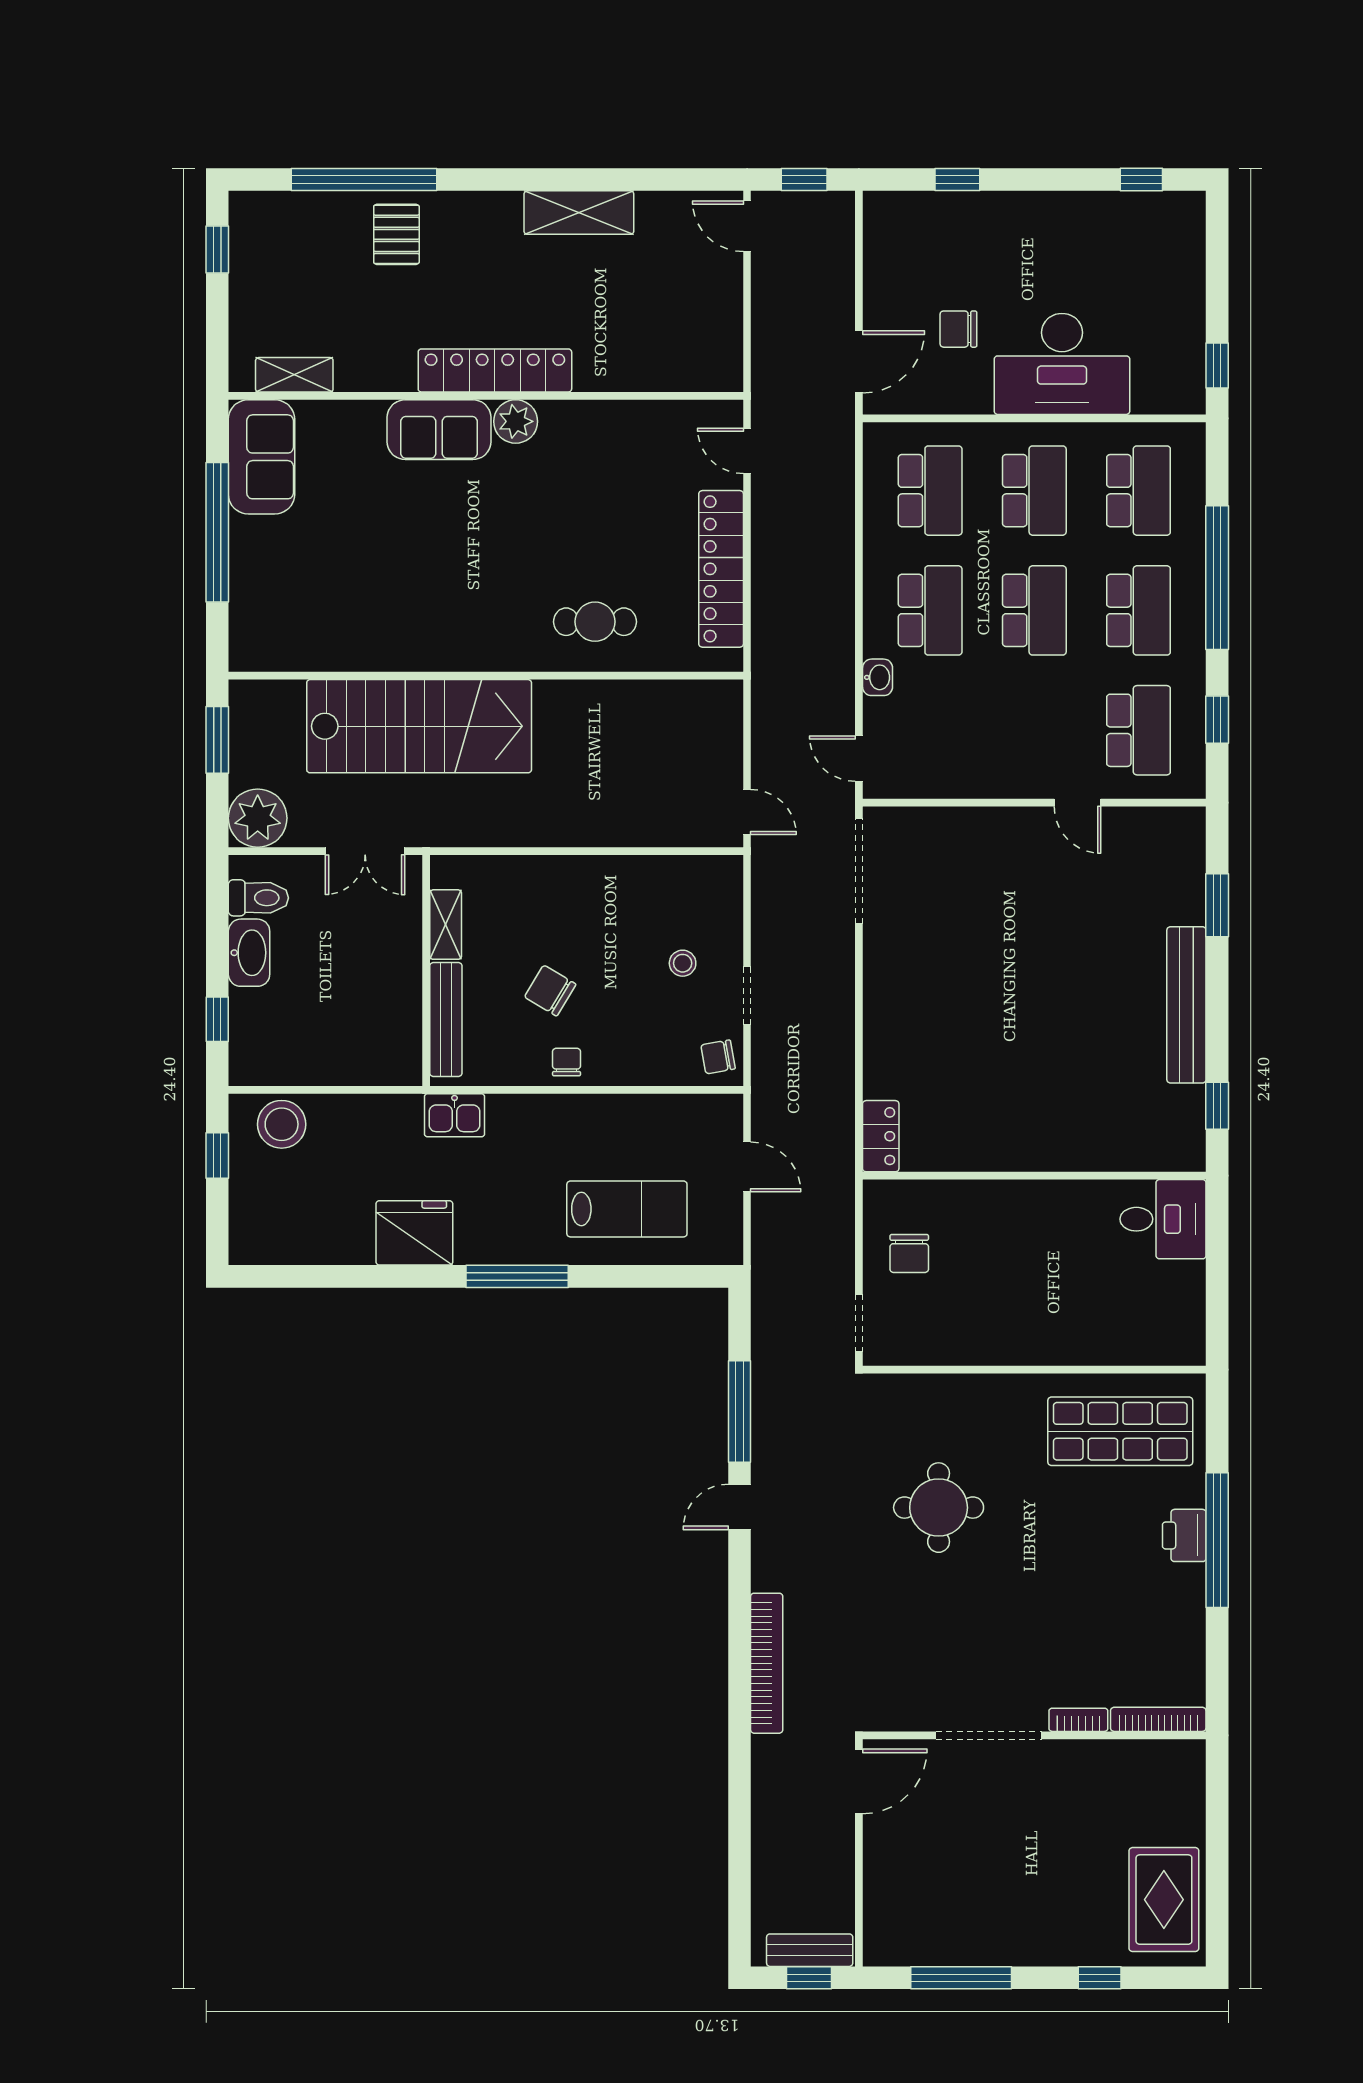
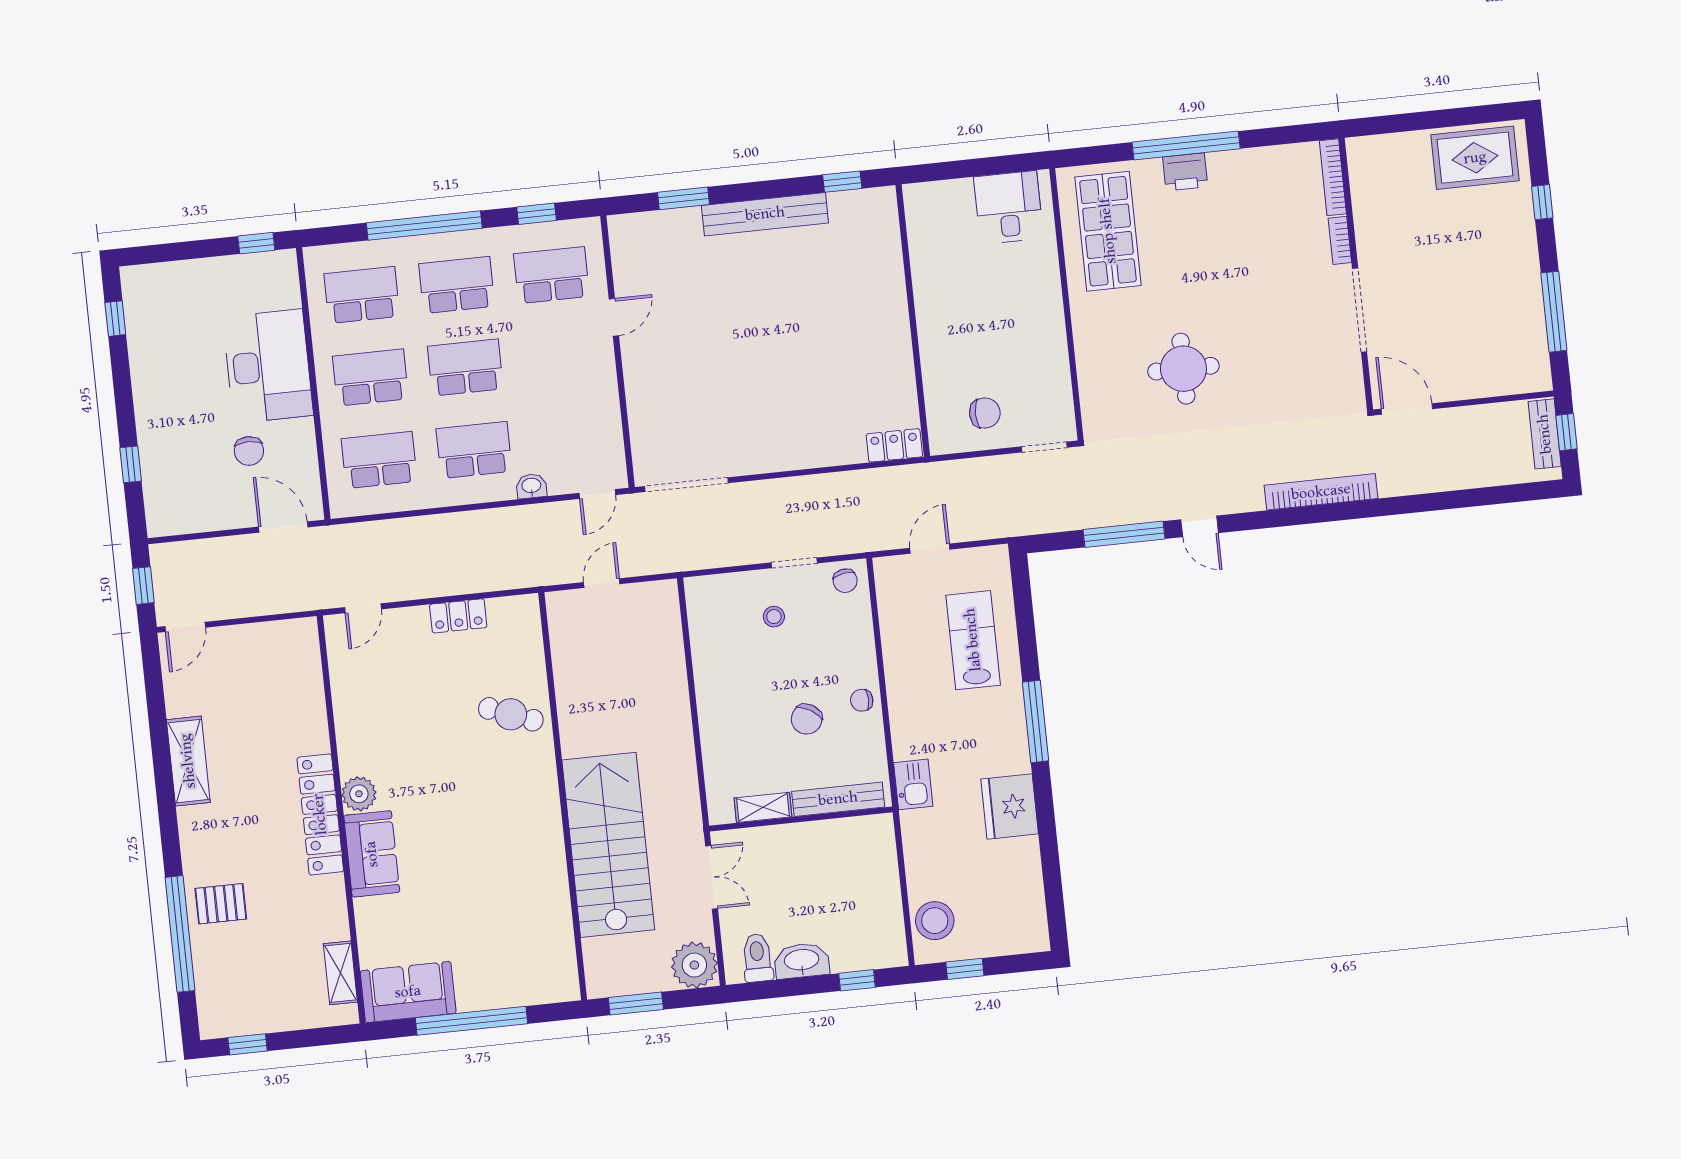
locker: (721, 569) -> (458, 616), width x0.46, depth x0.83
cafe table: (595, 622) -> (511, 714), turned -69
door: (747, 812) -> (602, 583), moved
desk: (1163, 1219) -> (1008, 207), moved

